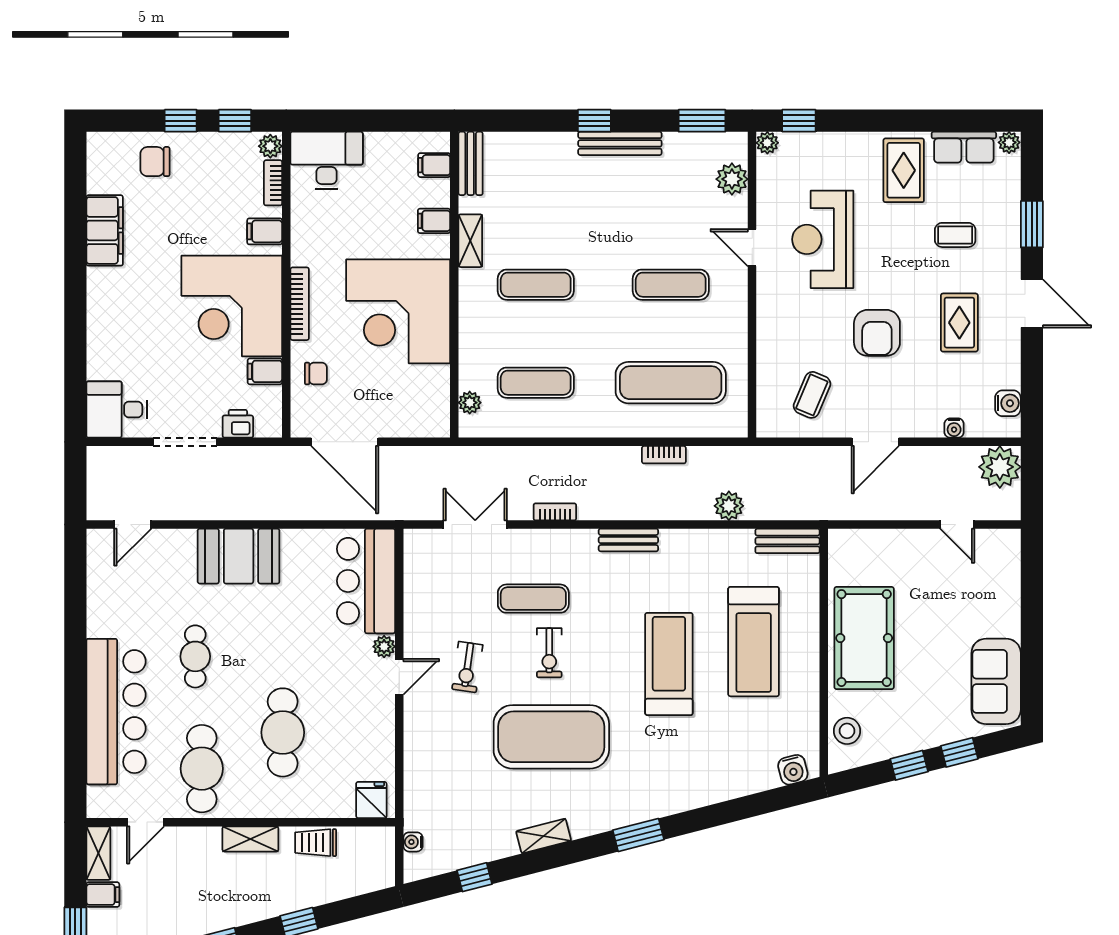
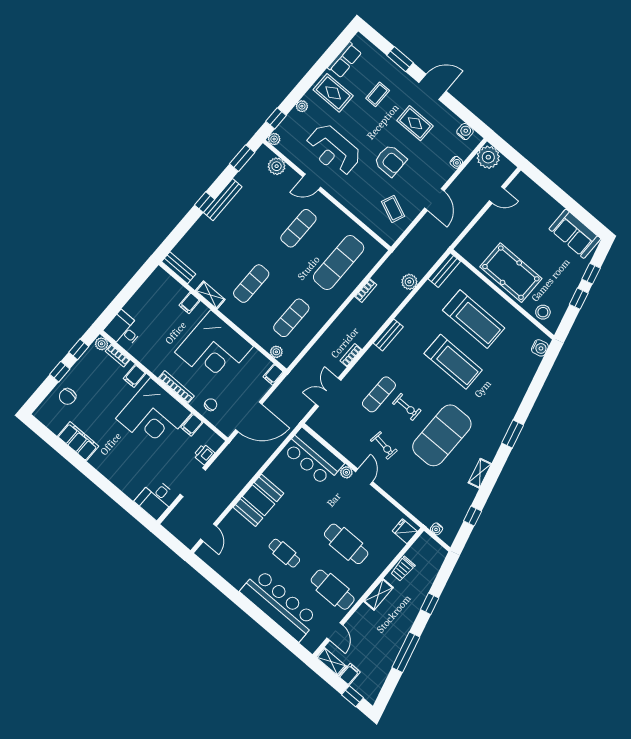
plant: (1009, 142) -> (302, 106), moved
desk: (327, 160) -> (124, 330), width x0.73
filing cabinet: (434, 165) -> (273, 374), moved
treadmill: (669, 664) -> (453, 362), turned 180

